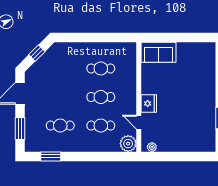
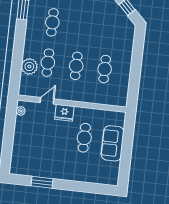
sofa: (159, 52) -> (113, 143), moved
cafe table: (171, 81) -> (84, 138), added
plant: (128, 144) -> (29, 66), moved

